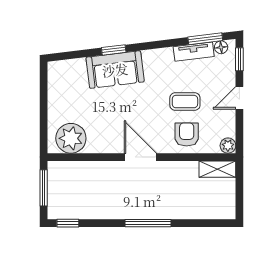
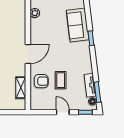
sofa: (115, 70) -> (78, 25), moved
plant: (71, 138) -> (35, 13), width x0.53, depth x0.53
plant: (228, 146) -> (35, 105), removed
shelving: (217, 169) -> (21, 88), moved

